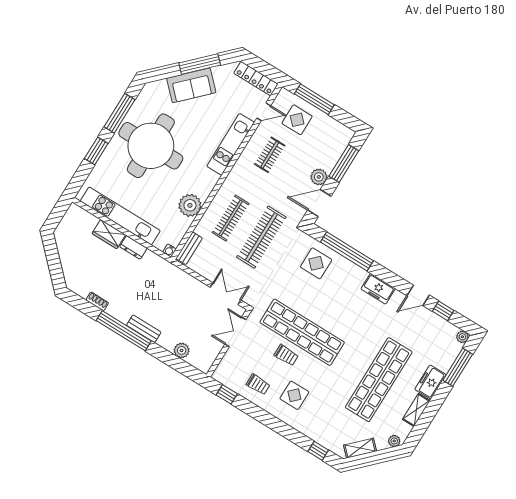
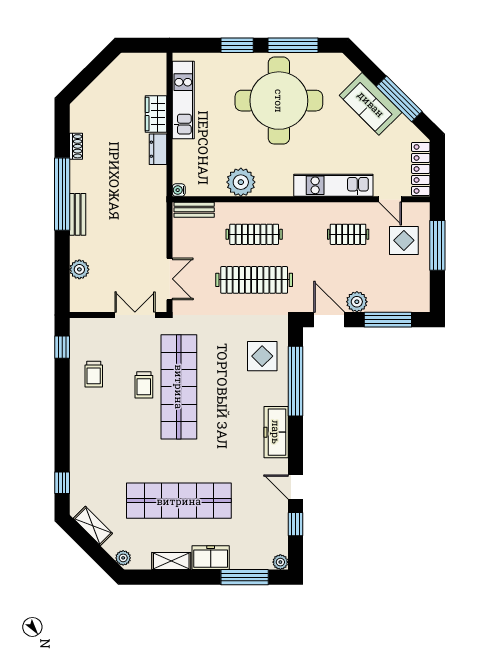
kitchen unit: (120, 216) -> (183, 100), width x0.73
freezer: (378, 289) -> (276, 432), width x1.40
display table: (294, 395) -> (106, 420), removed

